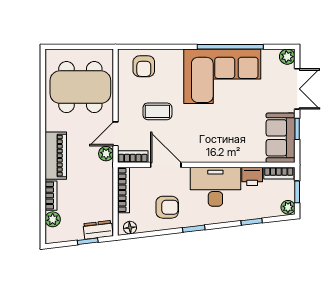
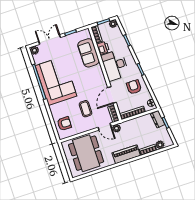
sofa: (281, 138) -> (88, 53), moved, turned 90

